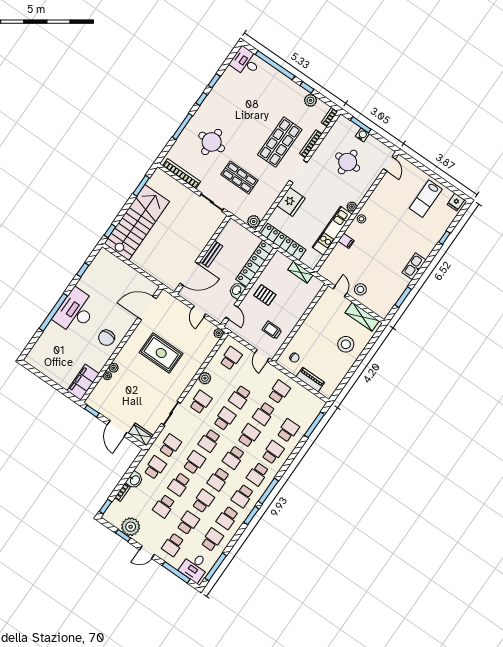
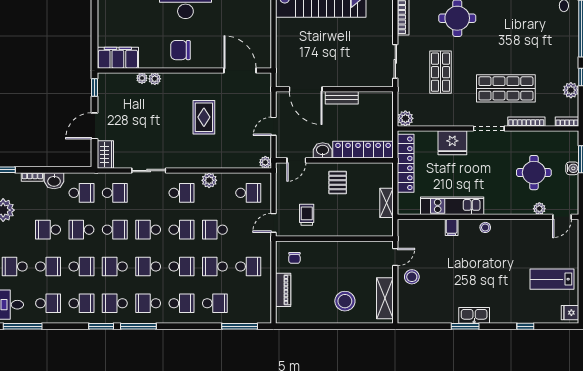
plant: (352, 207) -> (539, 209), moved
window: (403, 297) -> (465, 326), moved
rug: (161, 353) -> (204, 117), width x0.73, depth x0.70
school desk: (227, 518) -> (81, 303), turned 180

